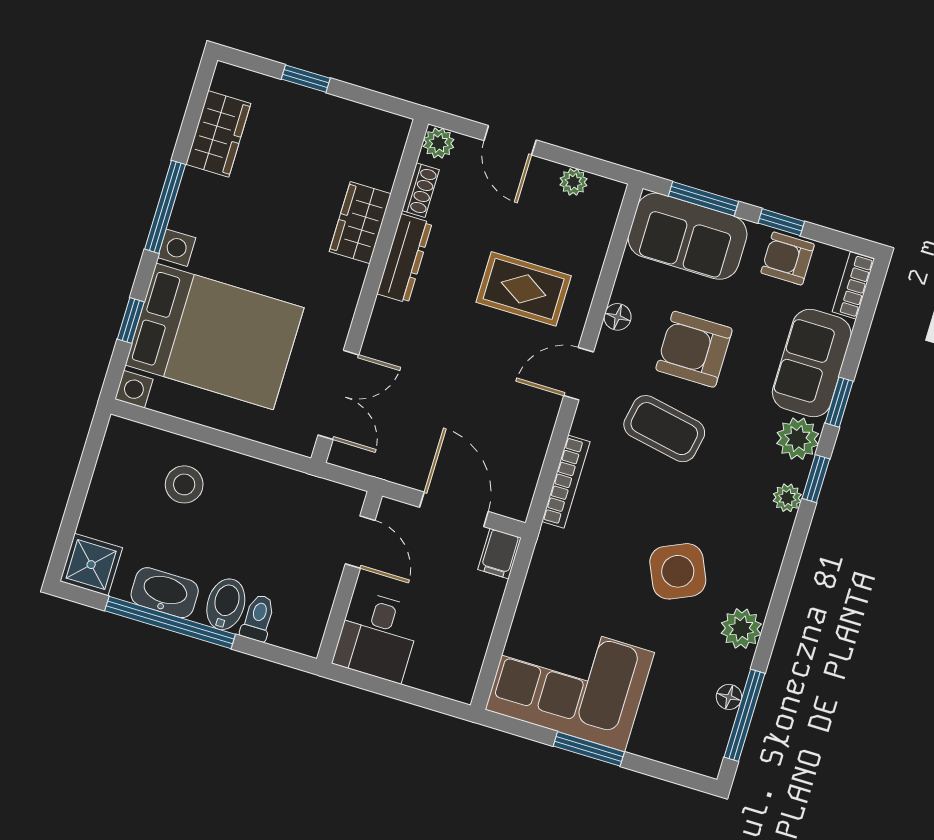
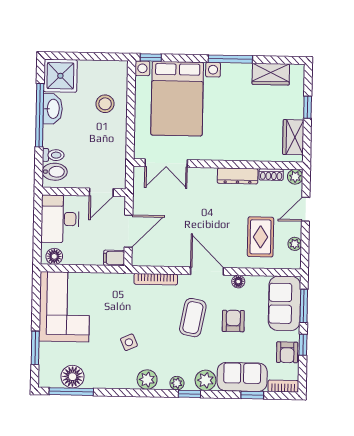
wardrobe: (360, 223) -> (293, 137), moved, turned -90
armchair: (788, 258) -> (287, 352), turned 180
rug: (524, 289) -> (261, 237), moved
window: (131, 320) -> (151, 58), moved
armchair: (694, 349) -> (233, 321), width x0.72, depth x0.72
door: (579, 374) -> (207, 271), width x1.38
window: (839, 402) -> (252, 395), moved
shower: (91, 565) -> (60, 76), width x1.36, depth x1.36
side table: (678, 571) -> (129, 342), width x0.54, depth x0.54
bidet: (226, 604) -> (55, 172), moved
plant: (741, 629) -> (147, 380), moved
desk: (377, 636) -> (60, 219), width x1.37
floor lamp: (463, 673) -> (54, 256), added
floor lamp: (729, 697) -> (72, 377), width x1.89, depth x1.89
window: (589, 749) -> (35, 348), moved

